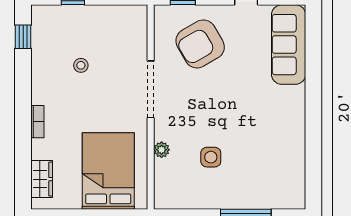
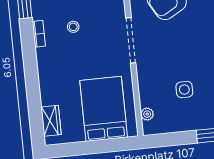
bookcase: (37, 122) -> (39, 34), moved
plant: (162, 150) -> (147, 114), moved

